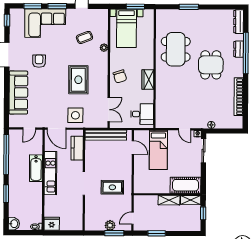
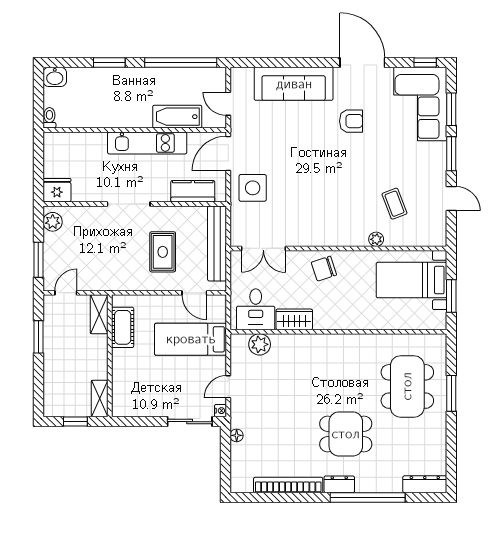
corner sofa: (45, 23) -> (420, 104), moved
dining table: (176, 49) -> (407, 386), moved, turned 90
dresser: (239, 49) -> (339, 484), moved
wardrobe: (148, 79) -> (294, 319), moved
rug: (78, 80) -> (317, 193), removed
plant: (161, 112) -> (260, 344), added
door: (133, 148) -> (194, 293), hinge flipped
bathtub: (36, 168) -> (177, 117), moved
cot: (186, 185) -> (123, 327), moved, width x0.73, depth x0.75
rug: (112, 187) -> (163, 252), moved
shelving: (169, 200) -> (99, 314), moved
door: (133, 218) -> (66, 293), hinge flipped
fridge: (52, 224) -> (57, 190), moved, turned -90
plant: (110, 225) -> (53, 222), moved

